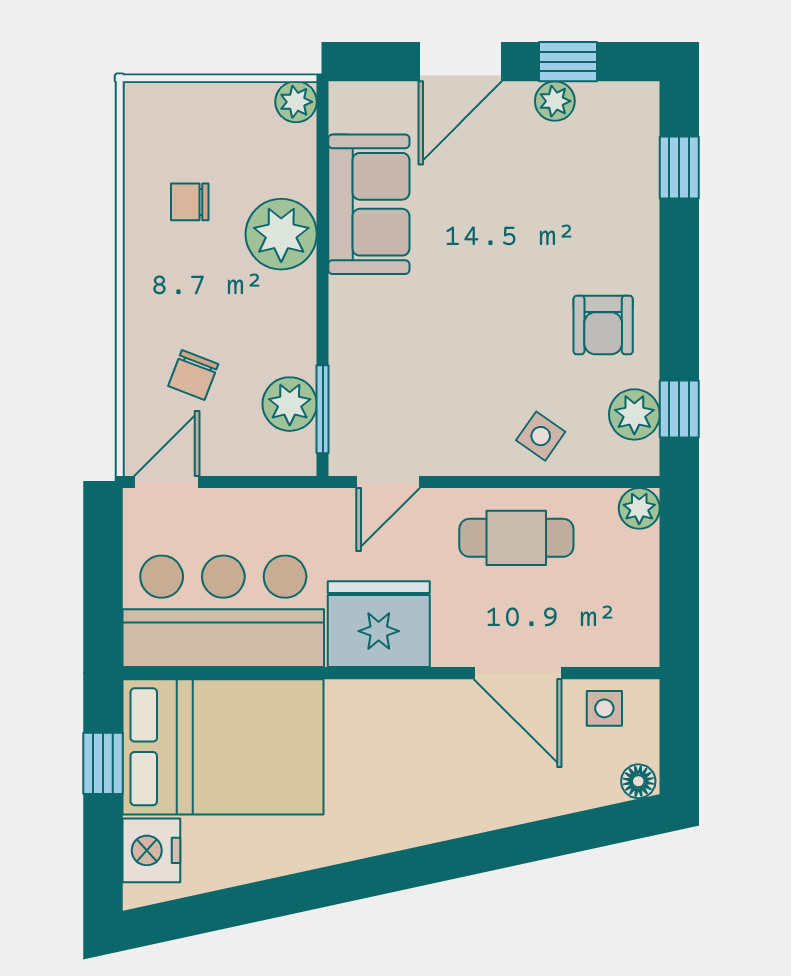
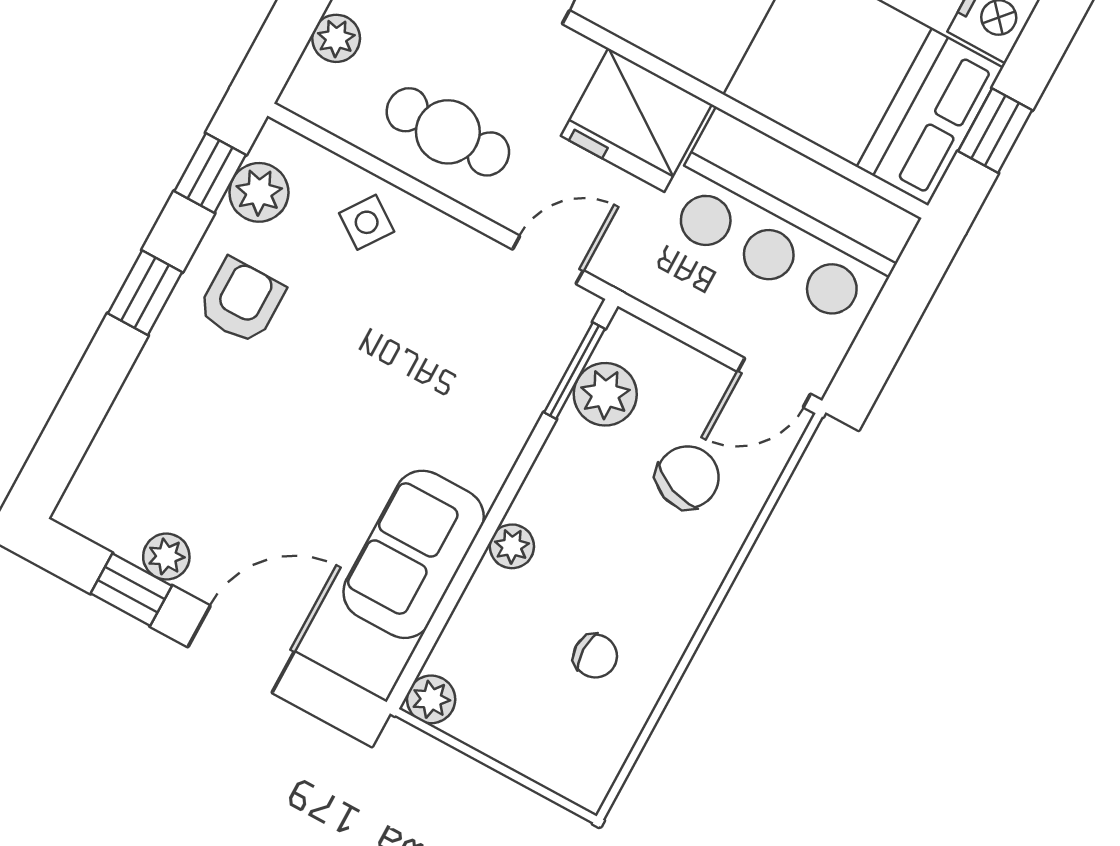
window: (679, 168) -> (145, 293), moved
plant: (281, 234) -> (512, 546), width x0.53, depth x0.53
chair: (193, 375) -> (688, 477), width x1.37, depth x1.37
plant: (639, 508) -> (336, 38), moved

